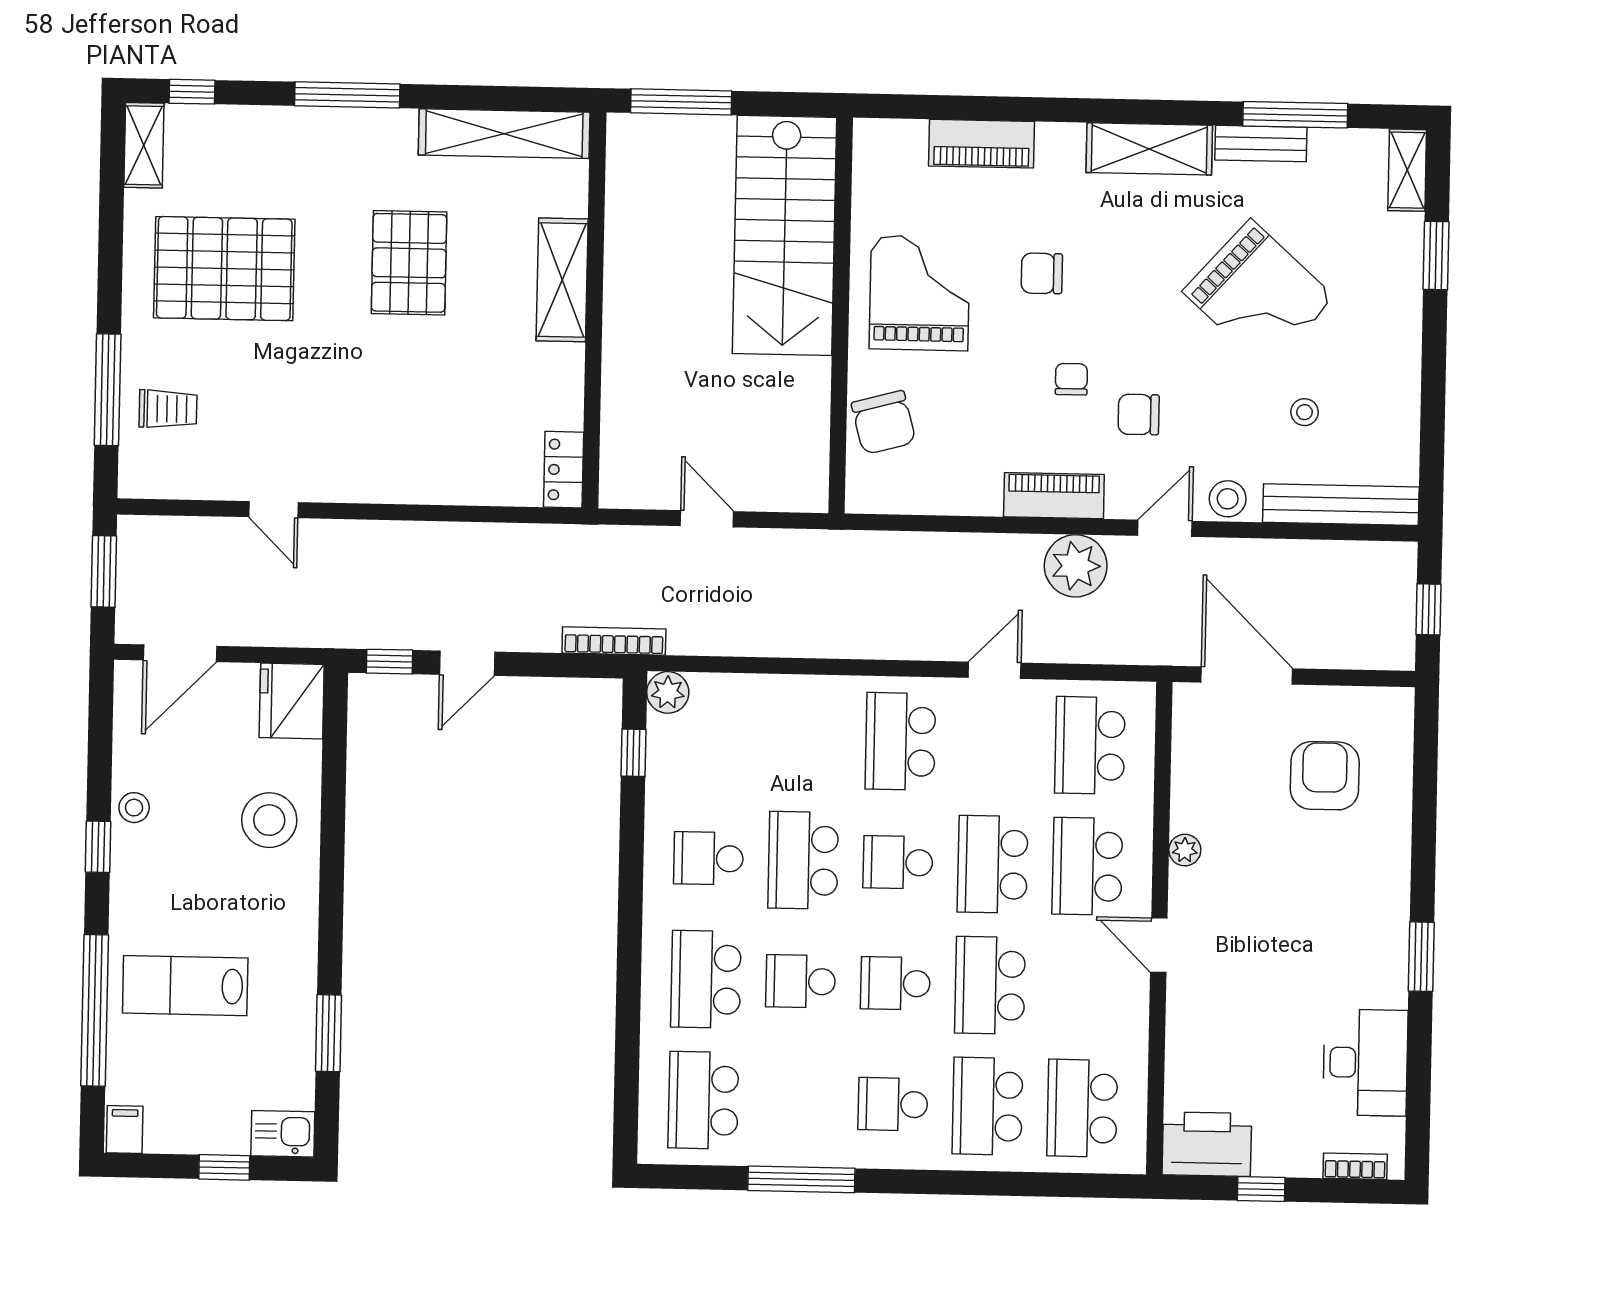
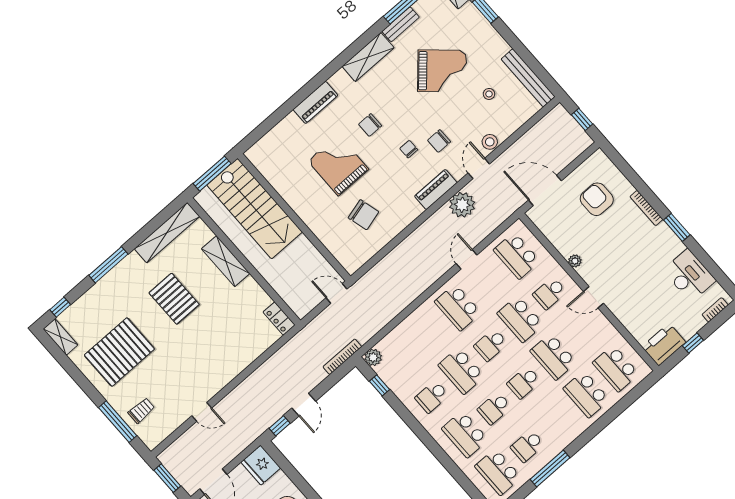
stairs: (785, 235) -> (255, 209), moved
wall: (841, 315) -> (294, 217), moved
bench: (1341, 505) -> (528, 78), moved, turned 90
school desk: (1087, 866) -> (550, 293), width x0.54
bookcase: (1399, 873) -> (646, 208), added
school desk: (893, 1104) -> (527, 446), moved

